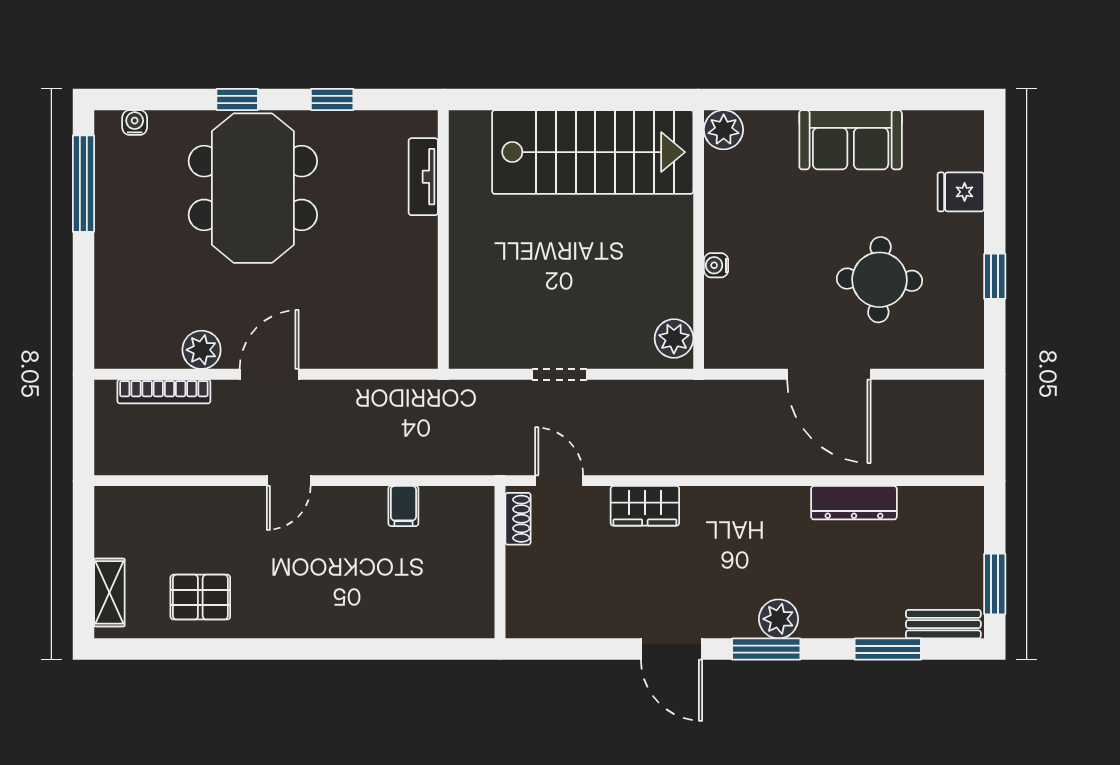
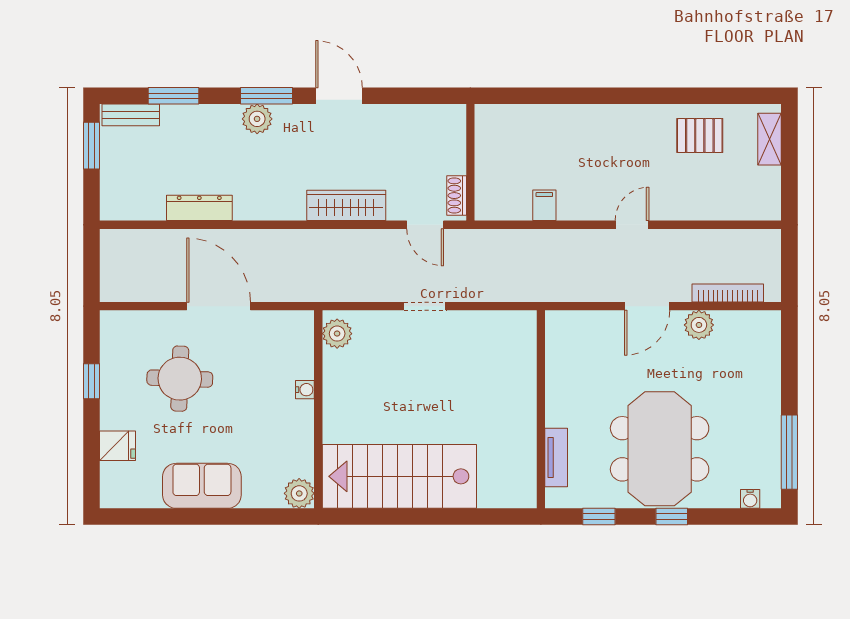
tv unit: (423, 177) -> (556, 457), moved
wall: (443, 240) -> (541, 409), moved
wardrobe: (645, 506) -> (346, 205), width x1.50

